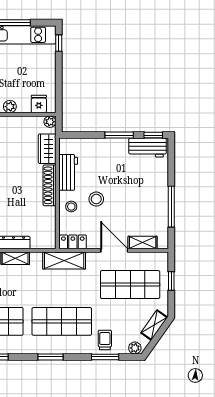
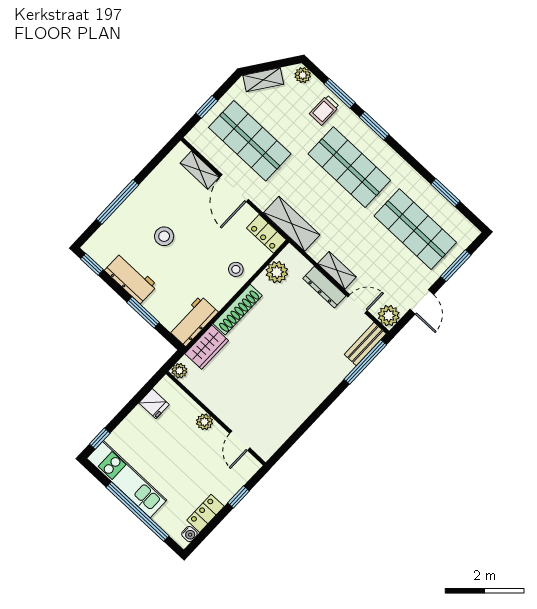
fridge: (39, 104) -> (154, 404), moved, turned -90
window: (119, 135) -> (143, 312), moved
workbench: (148, 148) -> (131, 278), moved
workbench: (68, 172) -> (193, 321), moved
stool: (96, 199) -> (164, 236), moved
window: (171, 207) -> (118, 202), moved
plant: (47, 226) -> (277, 272), added
window: (50, 357) -> (374, 126), moved

